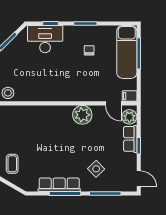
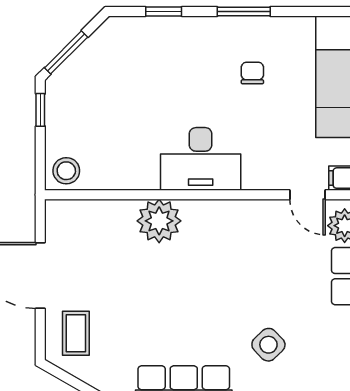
desk: (45, 39) -> (201, 159), moved, turned 180
plant: (82, 115) -> (159, 221), moved

